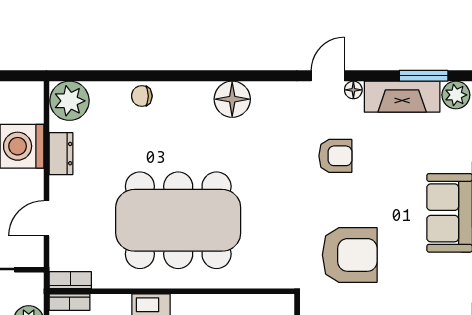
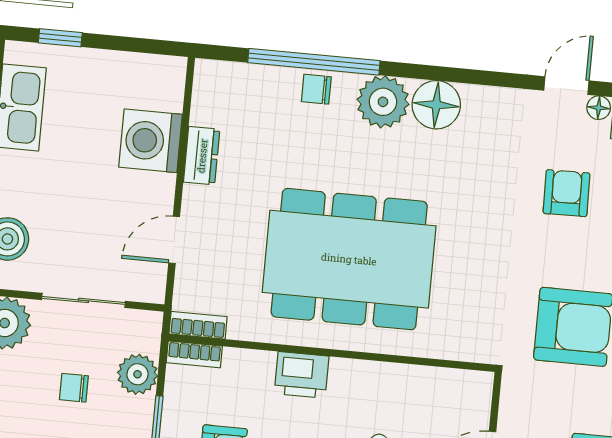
window: (138, 76) -> (314, 62), added
plant: (69, 101) -> (383, 102), moved
armchair: (335, 156) -> (566, 193), turned -91

